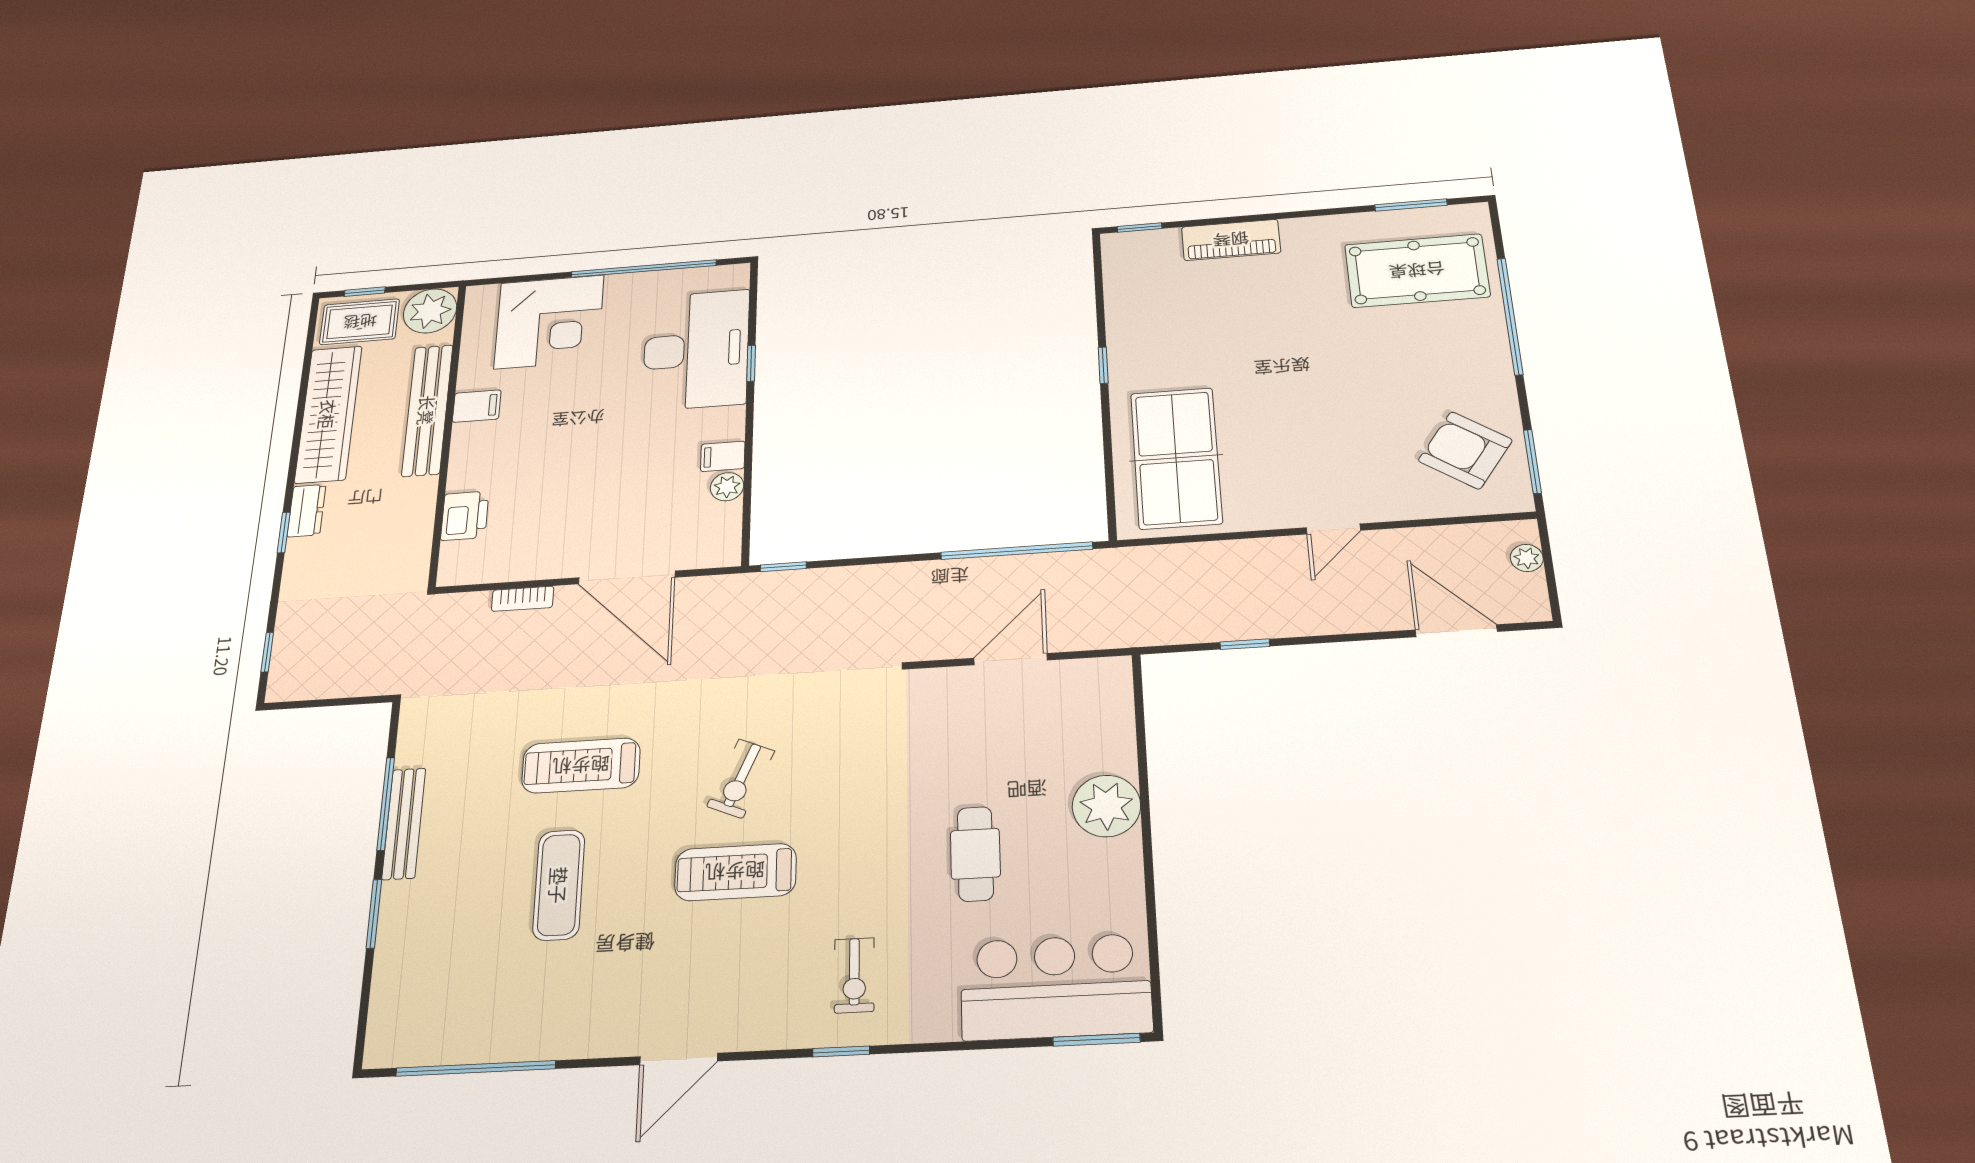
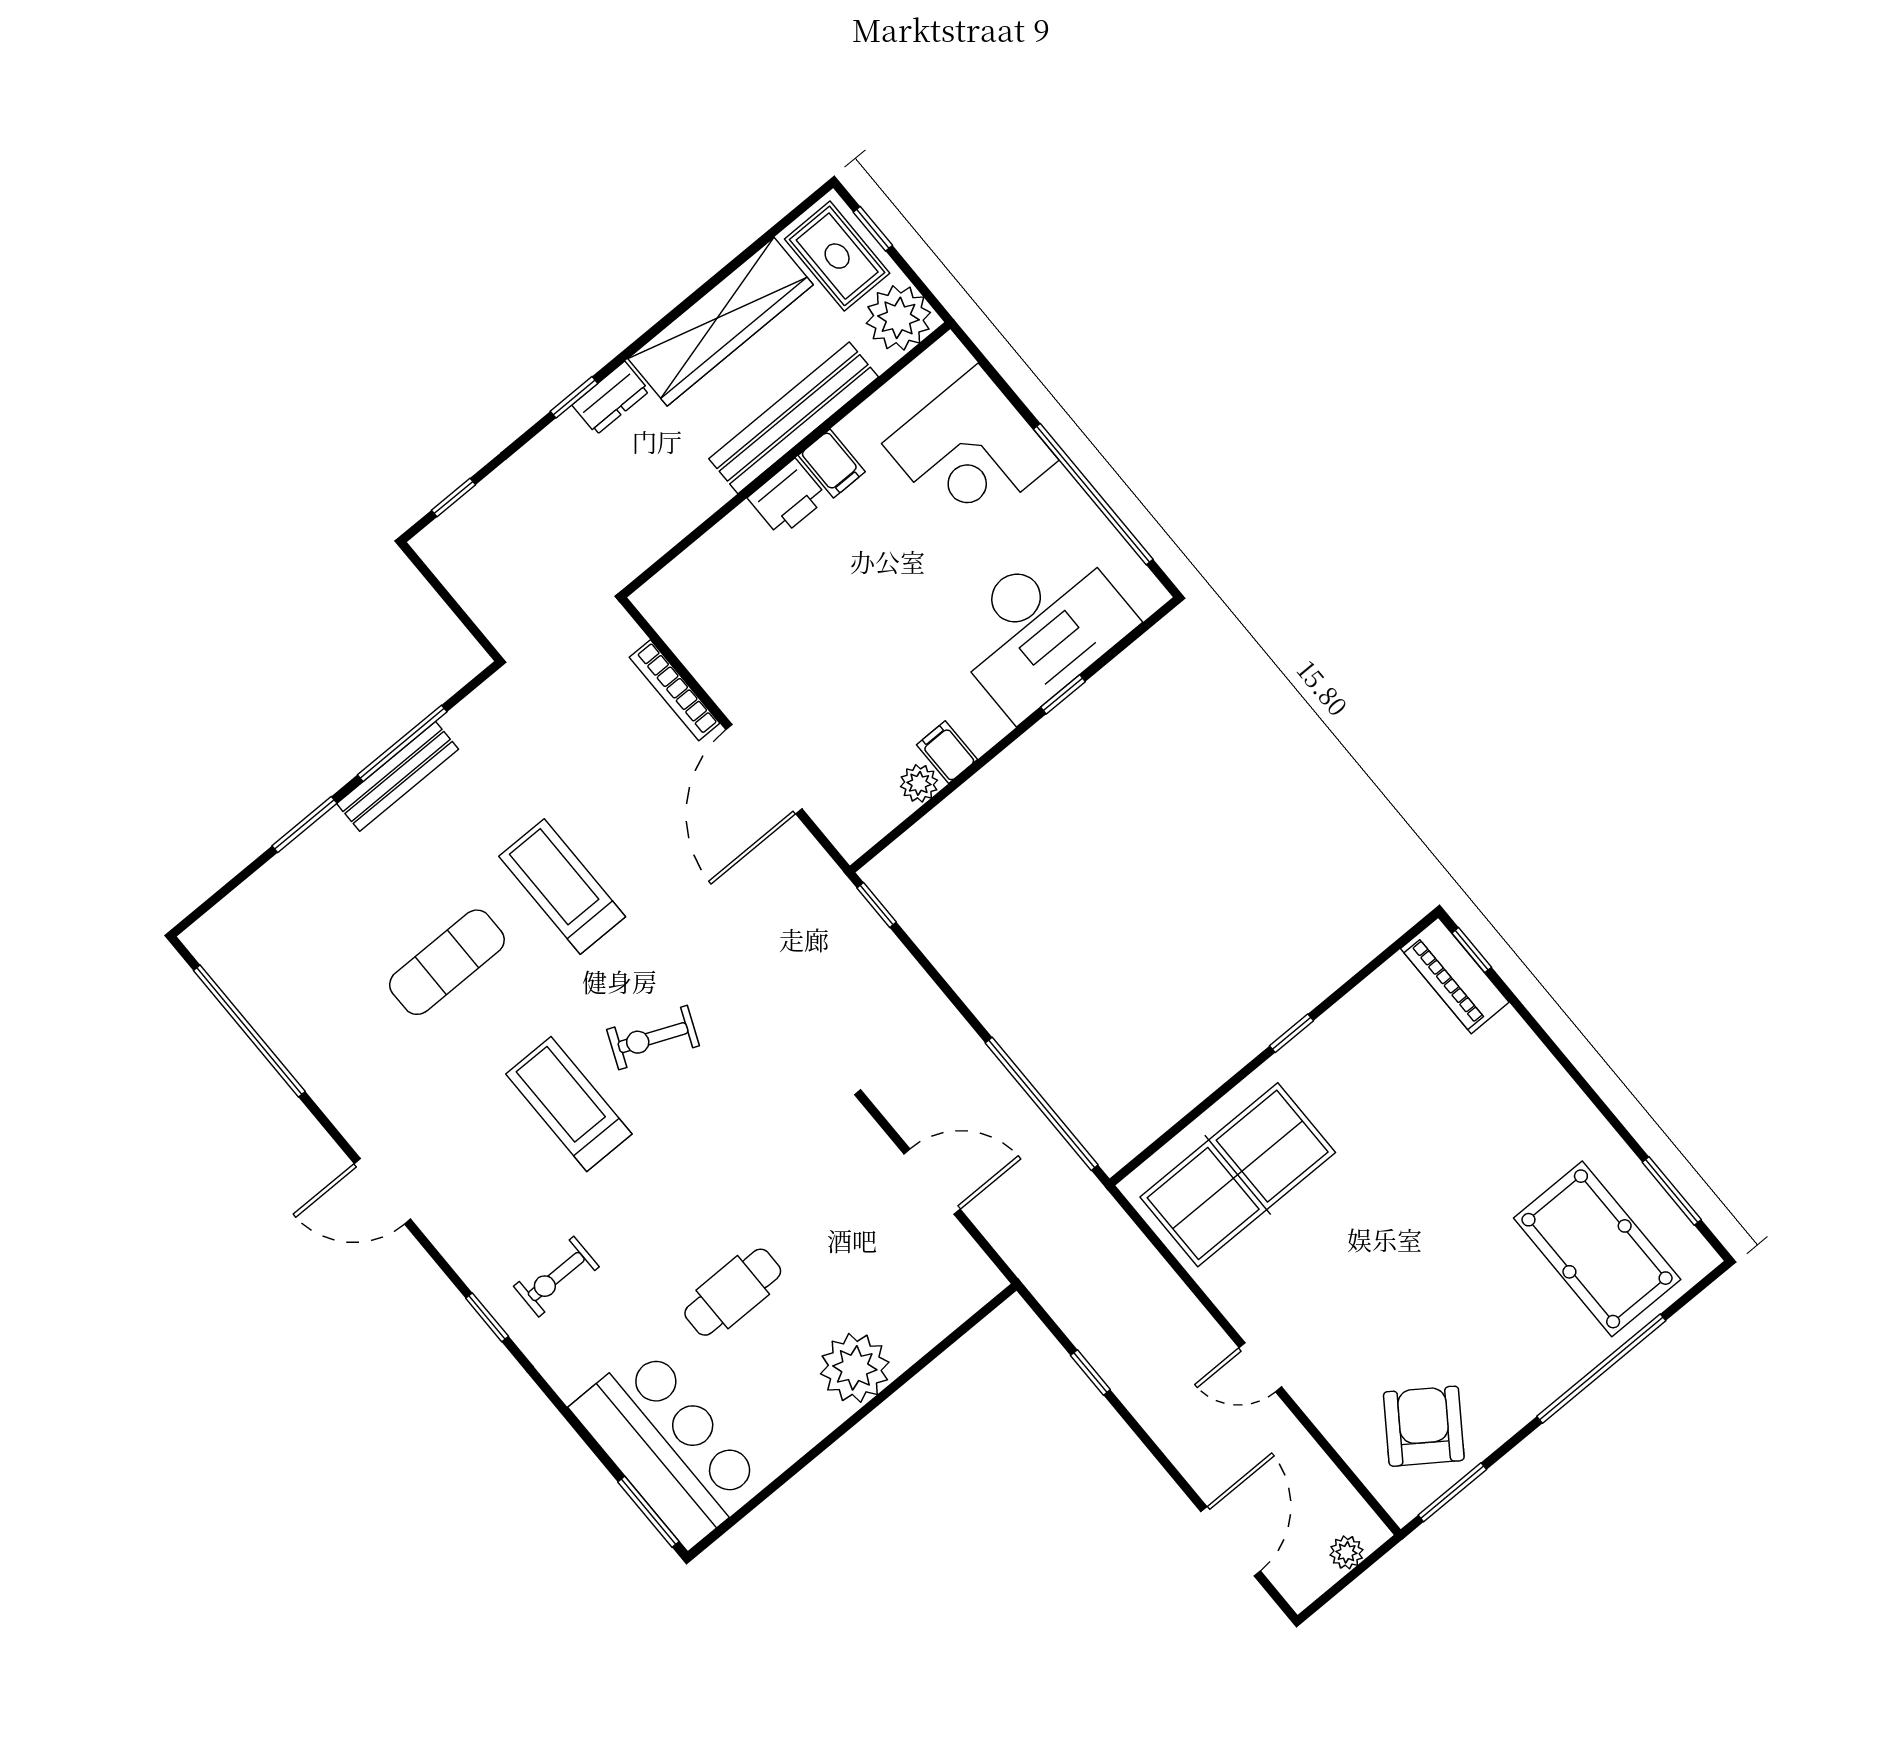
piano: (1231, 240) -> (1455, 975), moved
printer: (465, 516) -> (788, 498), moved
bookcase: (523, 599) -> (675, 690), width x1.56

